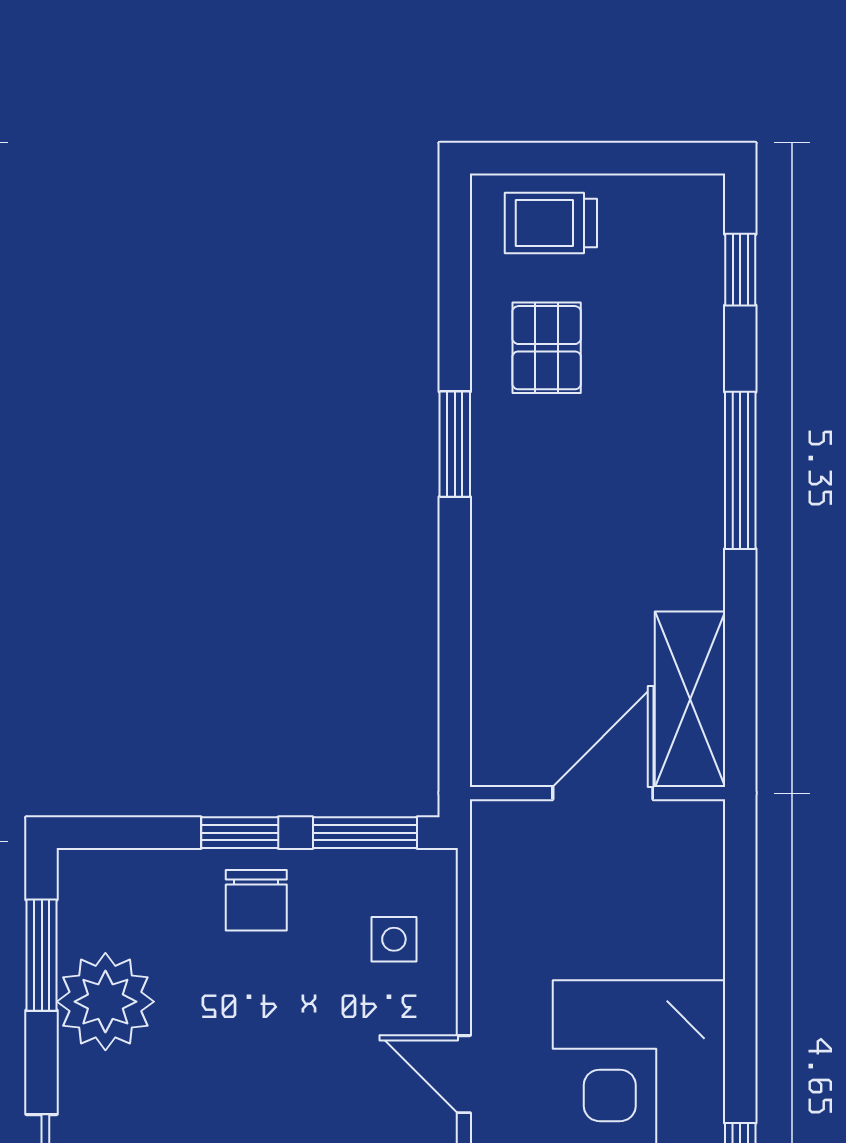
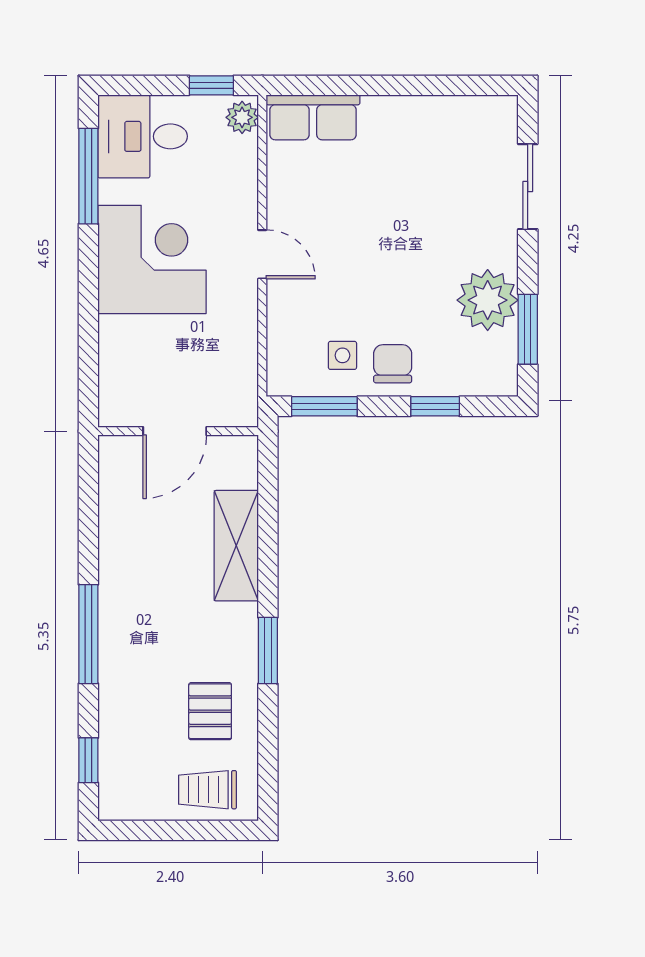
trolley: (551, 223) -> (207, 790), turned 180
shelving: (690, 699) -> (236, 546), moved
window: (240, 833) -> (435, 406), moved
side table: (394, 939) -> (342, 355), moved

